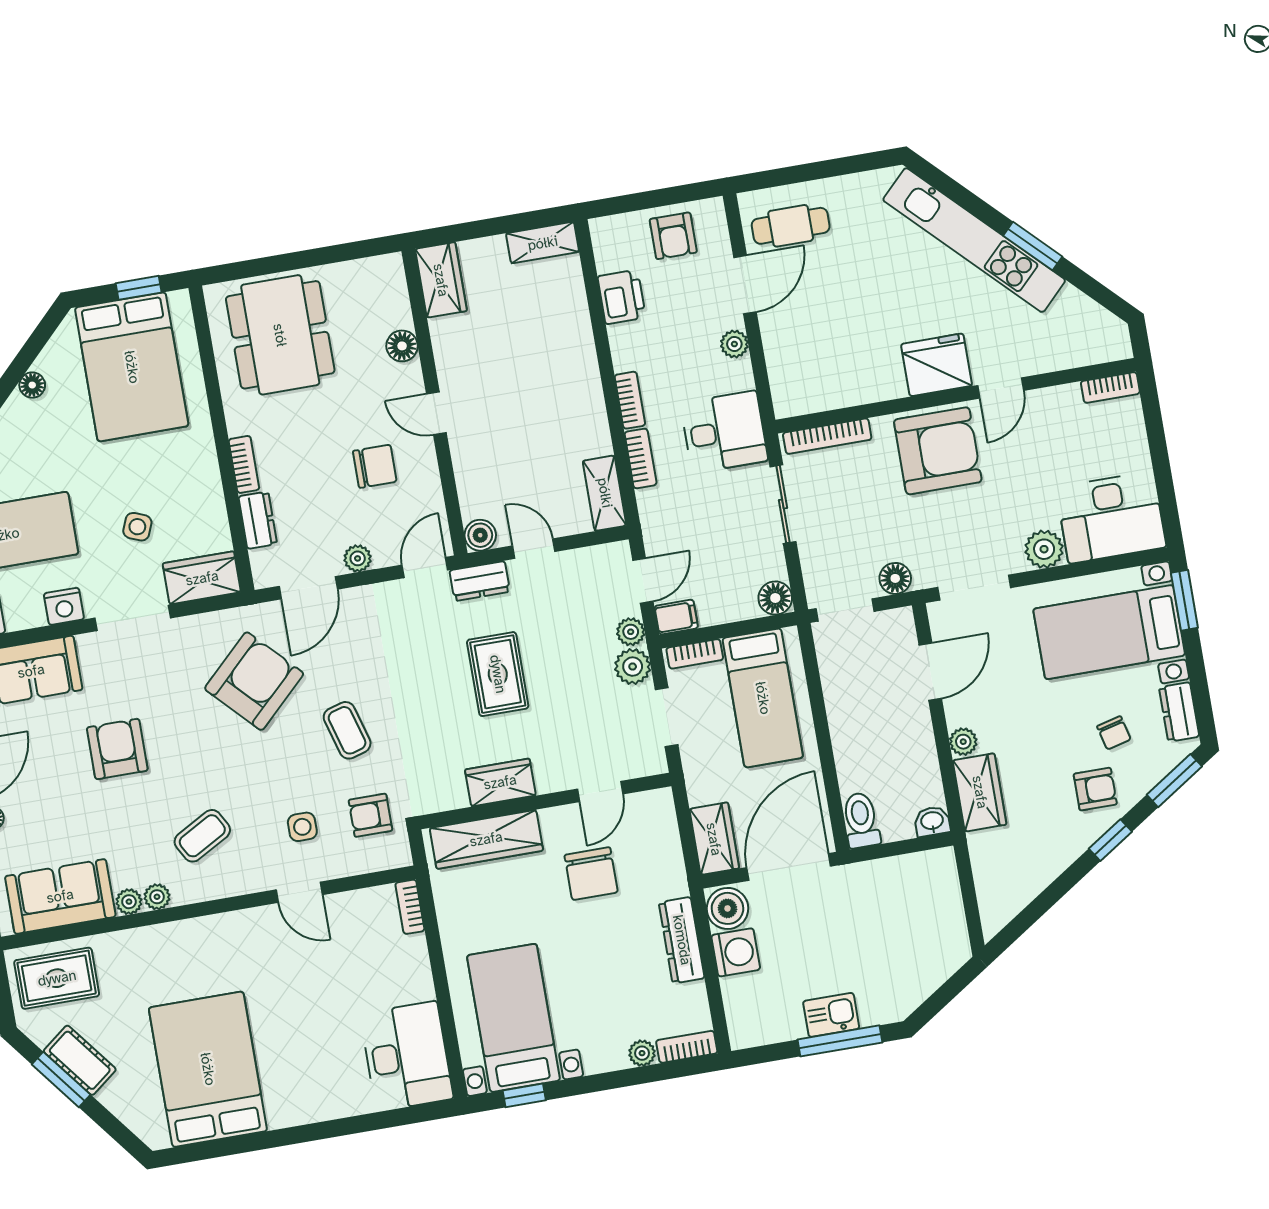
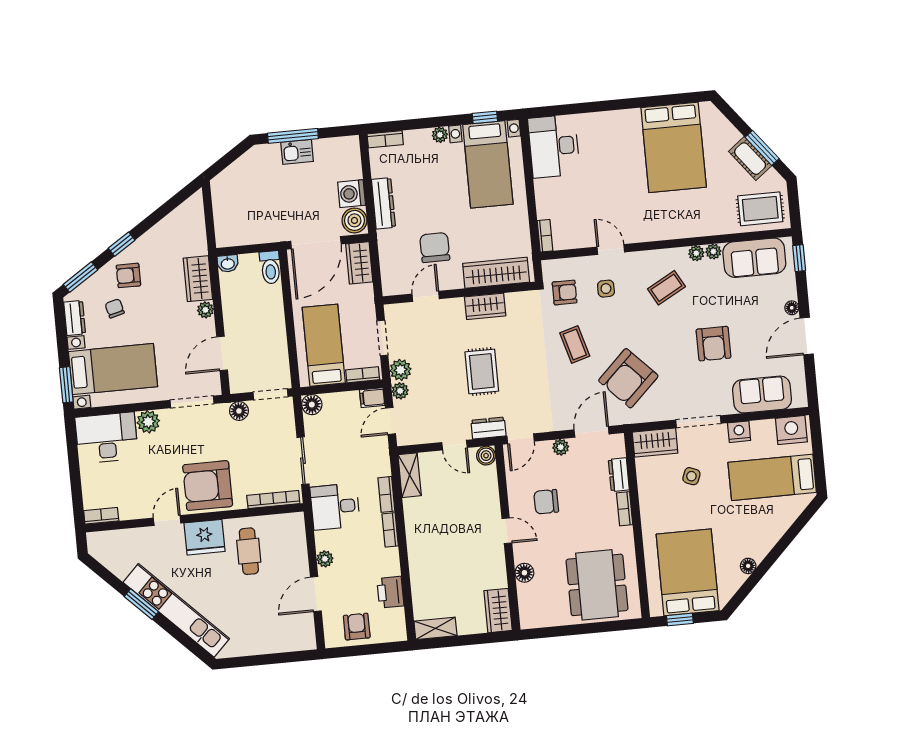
cafe table: (791, 226) -> (249, 551), moved, turned 90
plant: (642, 1053) -> (440, 135), moved

